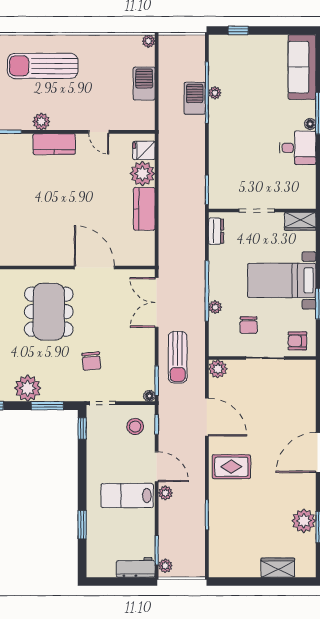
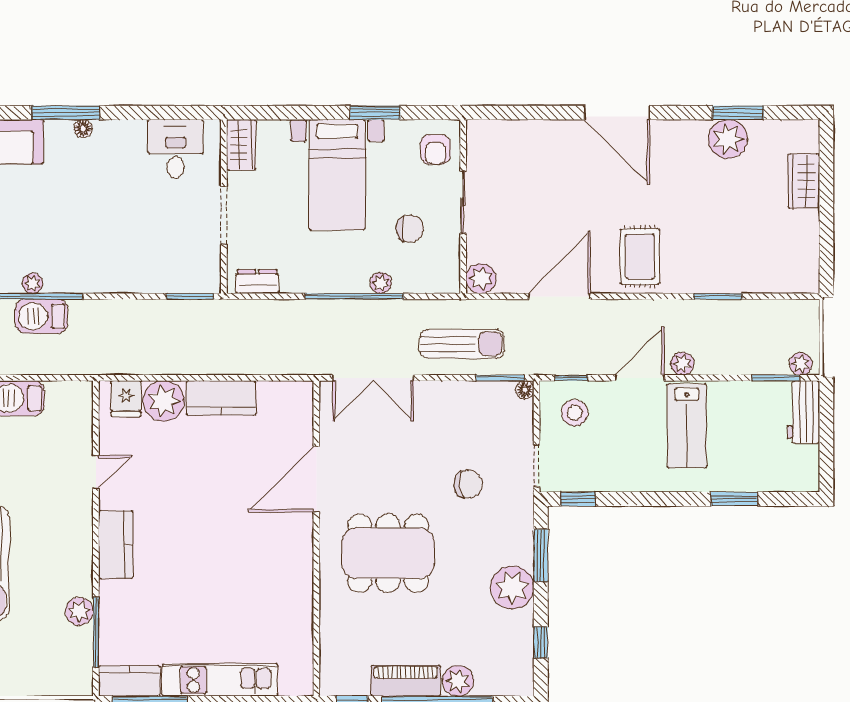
plant: (41, 122) -> (79, 611), moved
desk: (298, 148) -> (175, 149), moved

